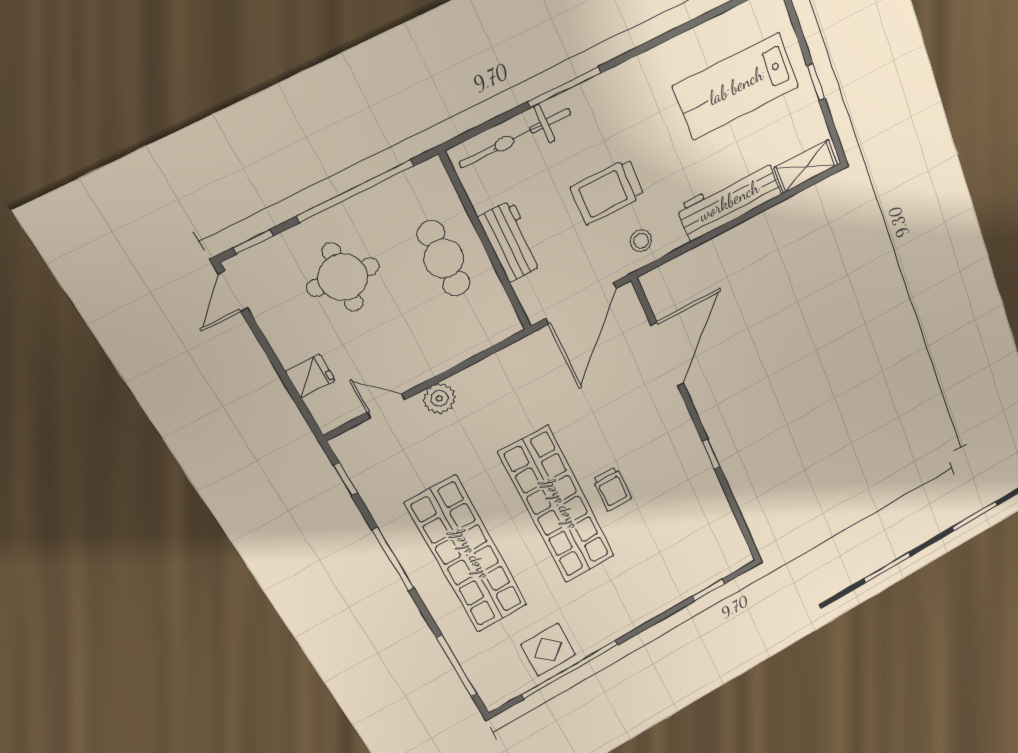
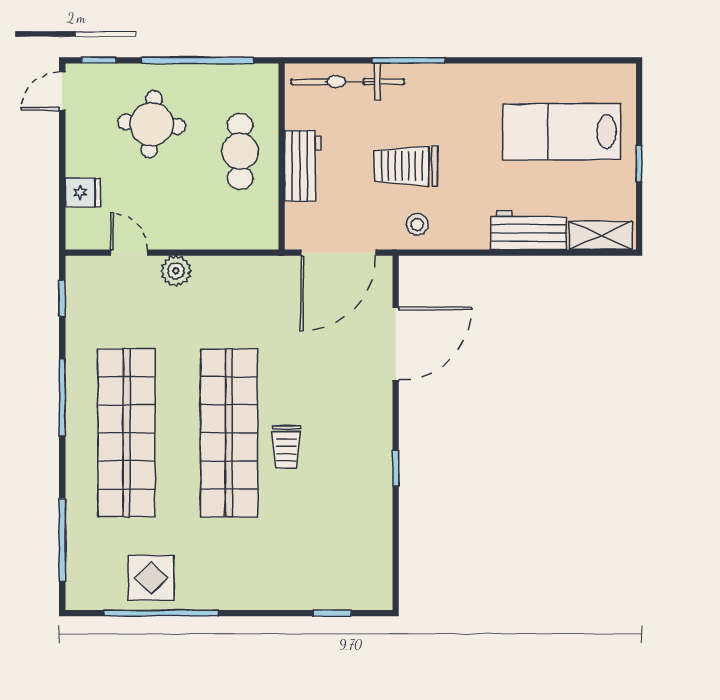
workbench: (729, 201) -> (528, 230), width x0.73

